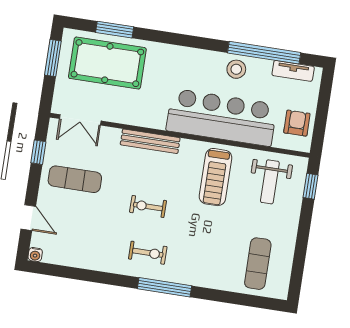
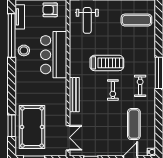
bar counter: (222, 117) -> (54, 55), width x0.73
treadmill: (215, 177) -> (107, 63), moved
exercise mat: (75, 179) -> (134, 124), moved
weight bench: (270, 182) -> (87, 20), turned 90

